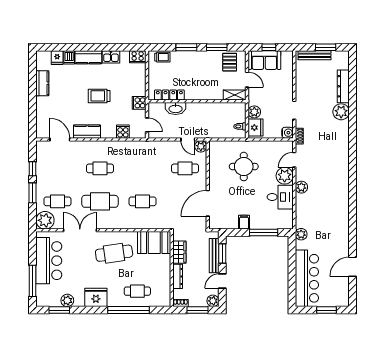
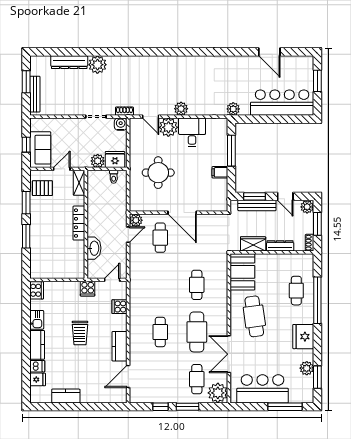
trolley: (162, 57) -> (37, 263), removed
locker: (169, 95) -> (79, 223), moved
door: (208, 203) -> (182, 213), moved

